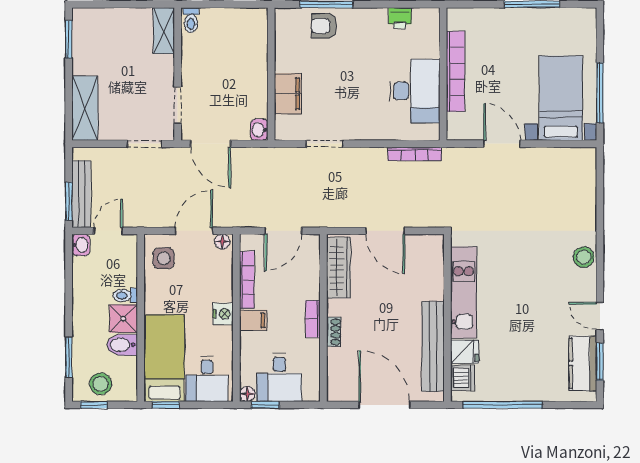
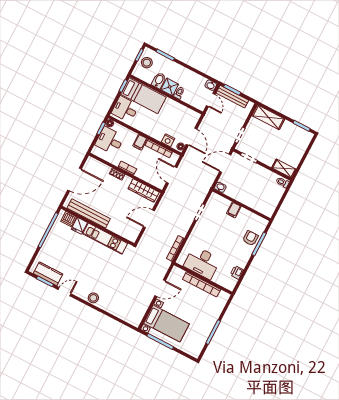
filing cabinet: (288, 94) -> (234, 210), width x0.50
side table: (164, 258) -> (187, 118), removed
nightstand: (223, 314) -> (168, 140), moved

